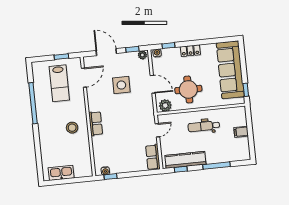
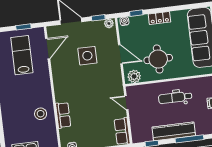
lab bench: (59, 83) -> (22, 55), turned 180
row of seats: (96, 123) -> (63, 115), moved
stool: (72, 128) -> (41, 114), moved
door: (157, 130) -> (126, 103), swing flipped
kitchen counter: (185, 160) -> (174, 131), moved

